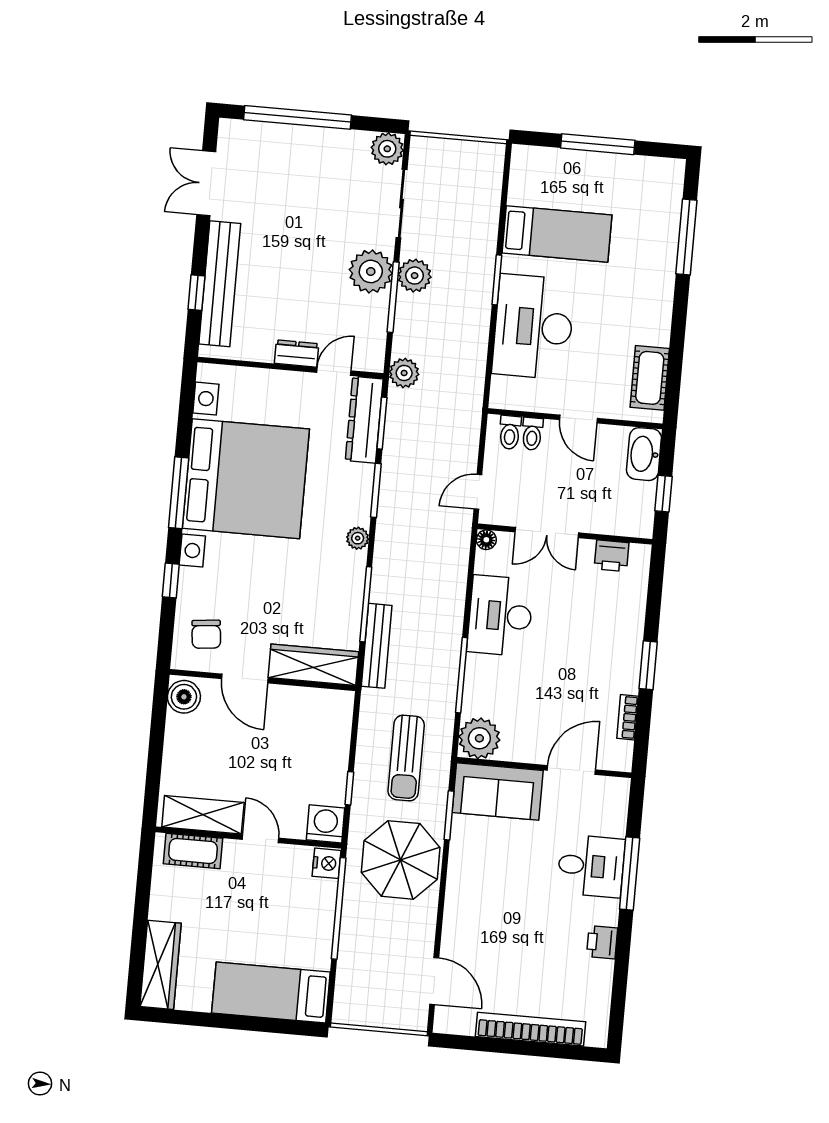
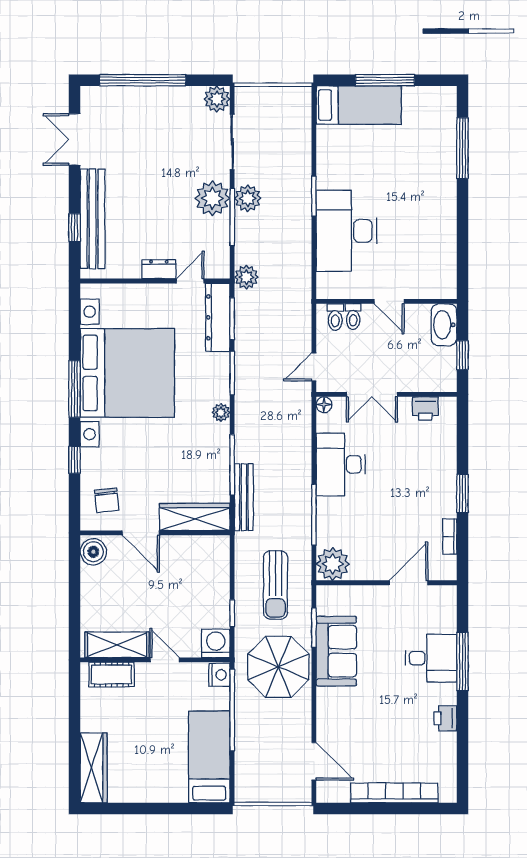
bed: (557, 234) -> (359, 105), moved
cot: (650, 378) -> (443, 263), removed
sofa: (498, 792) -> (336, 651), moved, turned -90
bed: (271, 993) -> (209, 757), moved, turned 90

